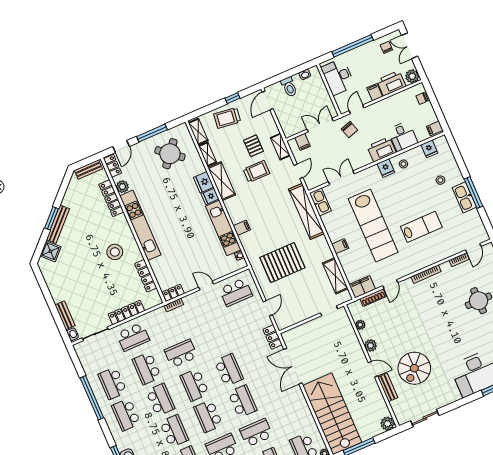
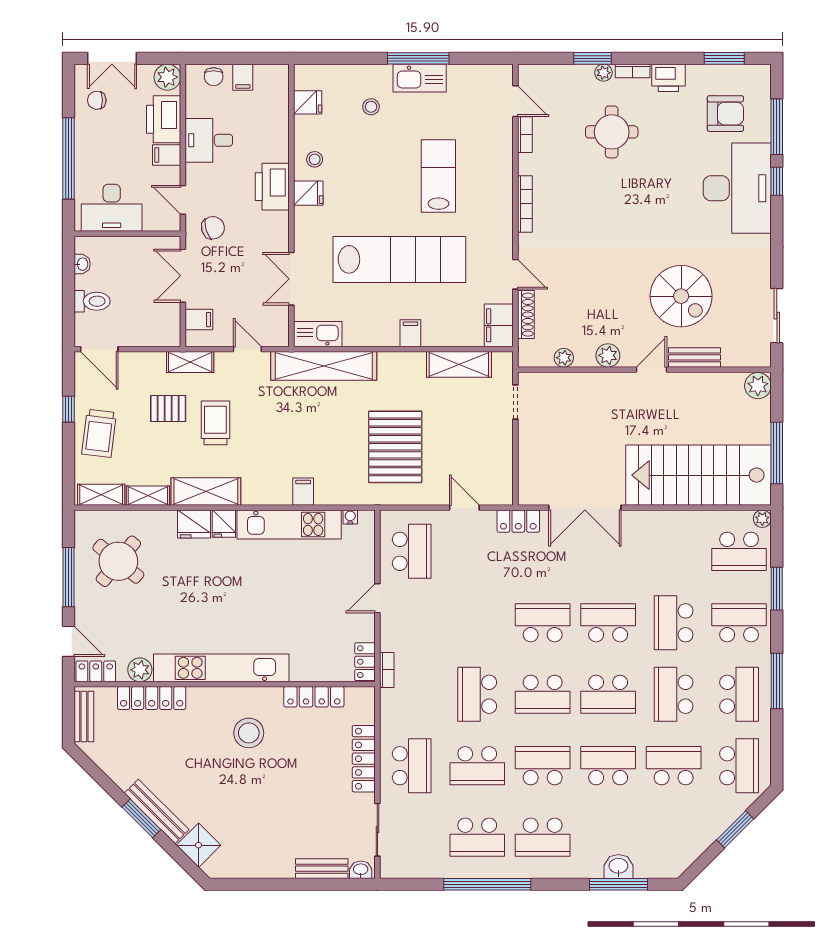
filing cabinet: (435, 128) -> (243, 77), moved
desk: (403, 136) -> (209, 140), moved, turned 180

